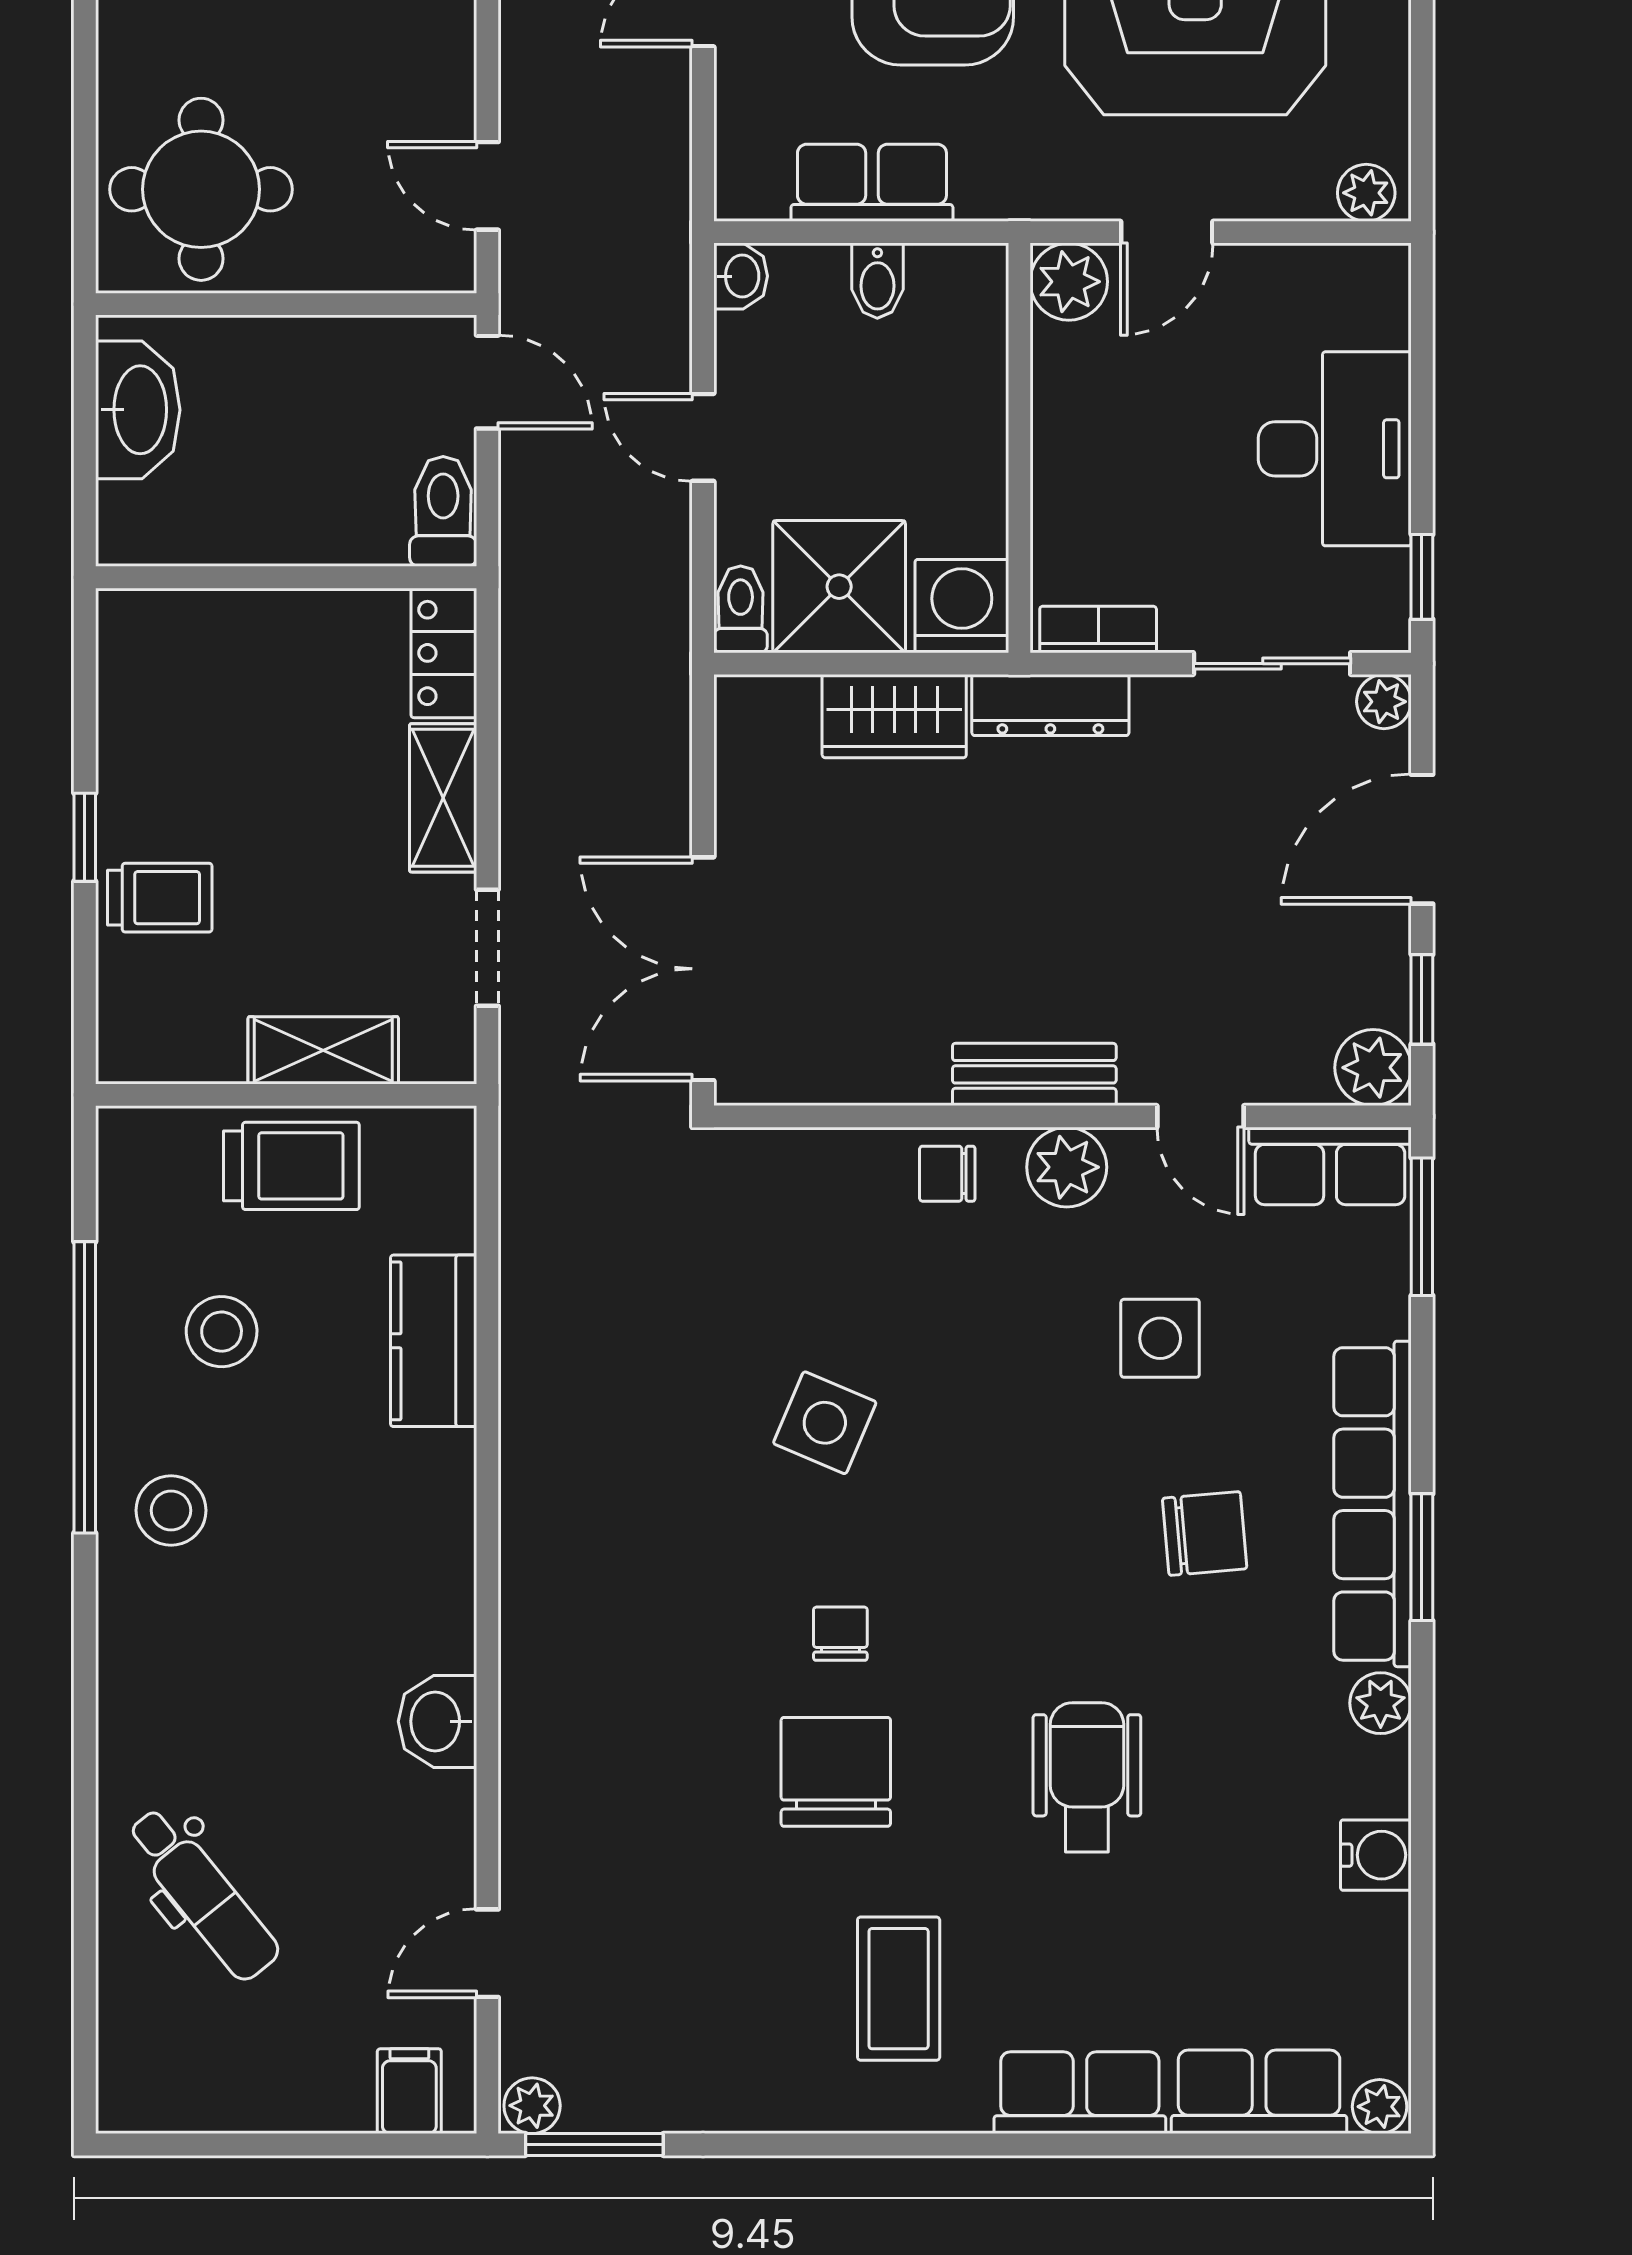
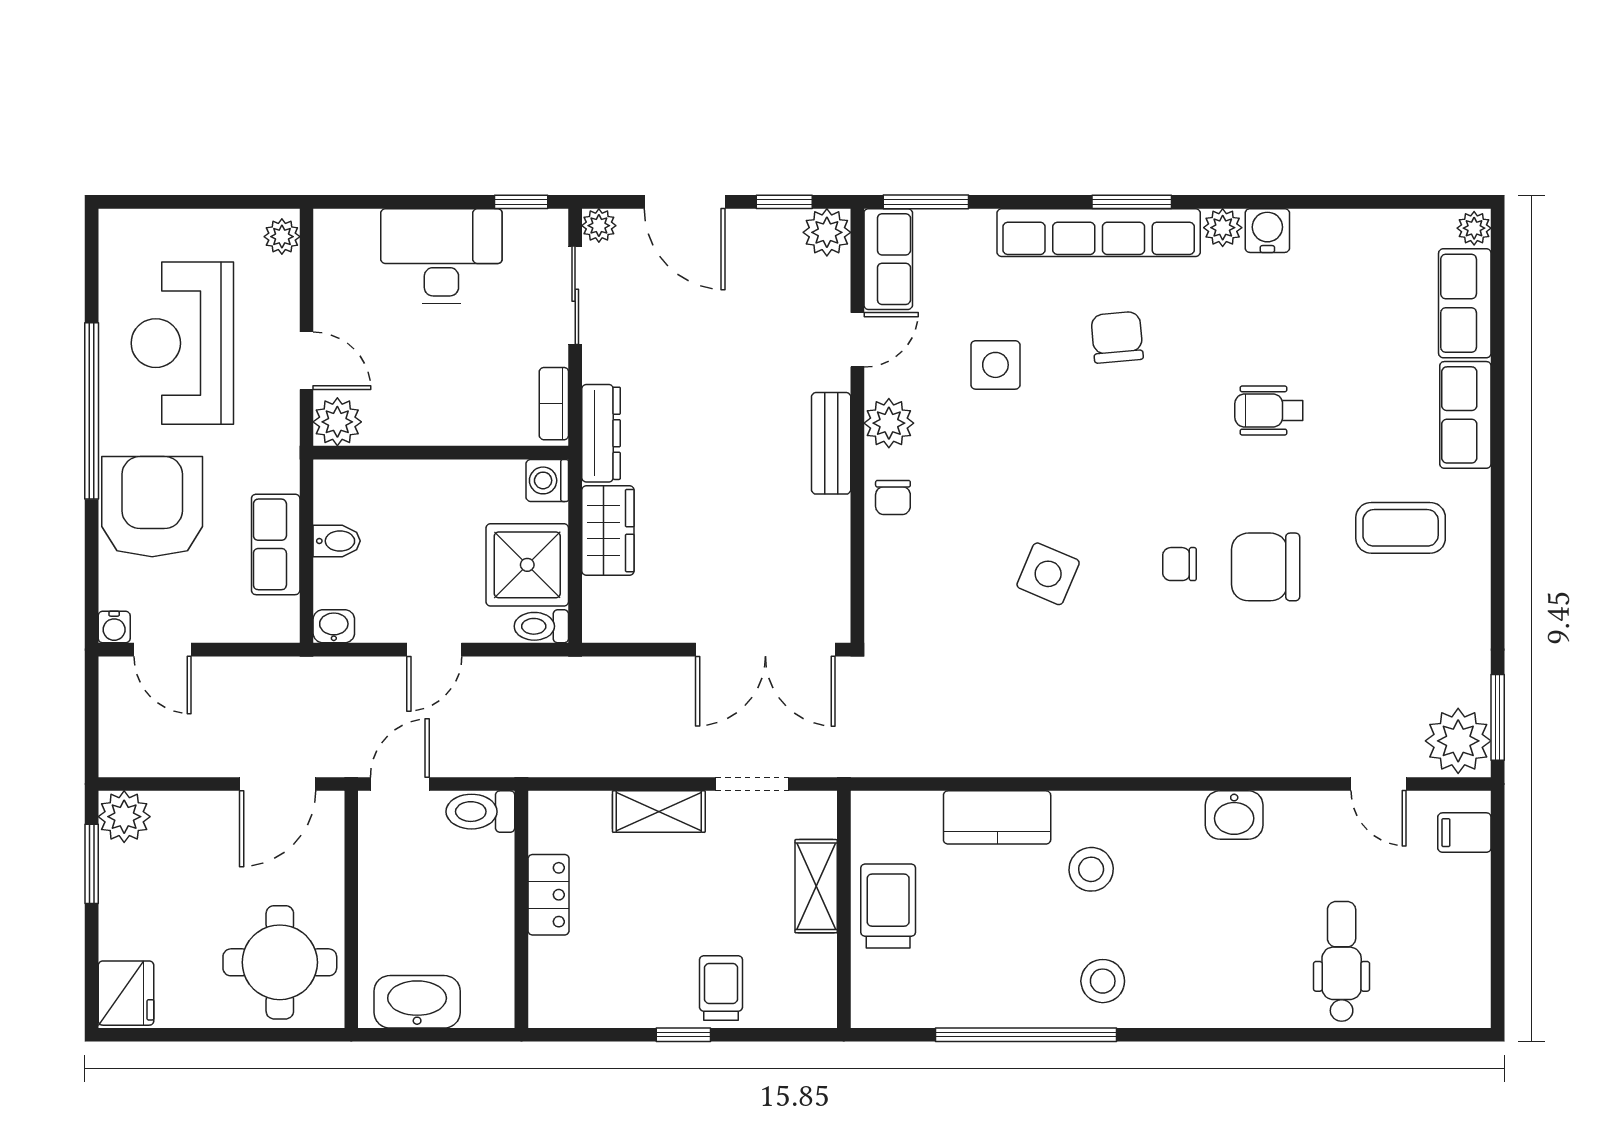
door: (487, 186) -> (278, 784), width x1.38
washing machine: (962, 606) -> (547, 480), width x0.73, depth x0.73
locker: (444, 653) -> (549, 895), moved, turned -90
stool: (222, 1332) -> (1091, 869), moved
wheelchair: (1087, 1777) -> (1269, 410), width x0.73, depth x0.73
water cooler: (1376, 1855) -> (1267, 231), moved
dental chair: (203, 1894) -> (1342, 961), turned -51
plant: (532, 2106) -> (1458, 741), width x1.87, depth x1.87

